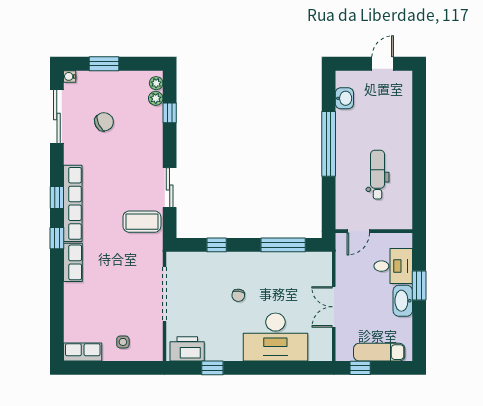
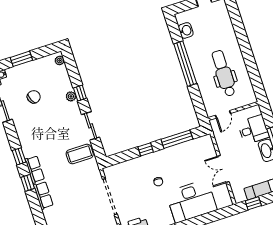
plant: (156, 98) -> (71, 96), moved
window: (170, 113) -> (80, 93), moved
dental chair: (378, 175) -> (224, 73), width x1.36, depth x1.38
row of seats: (73, 203) -> (35, 169), width x0.50
window: (217, 245) -> (146, 149), moved

